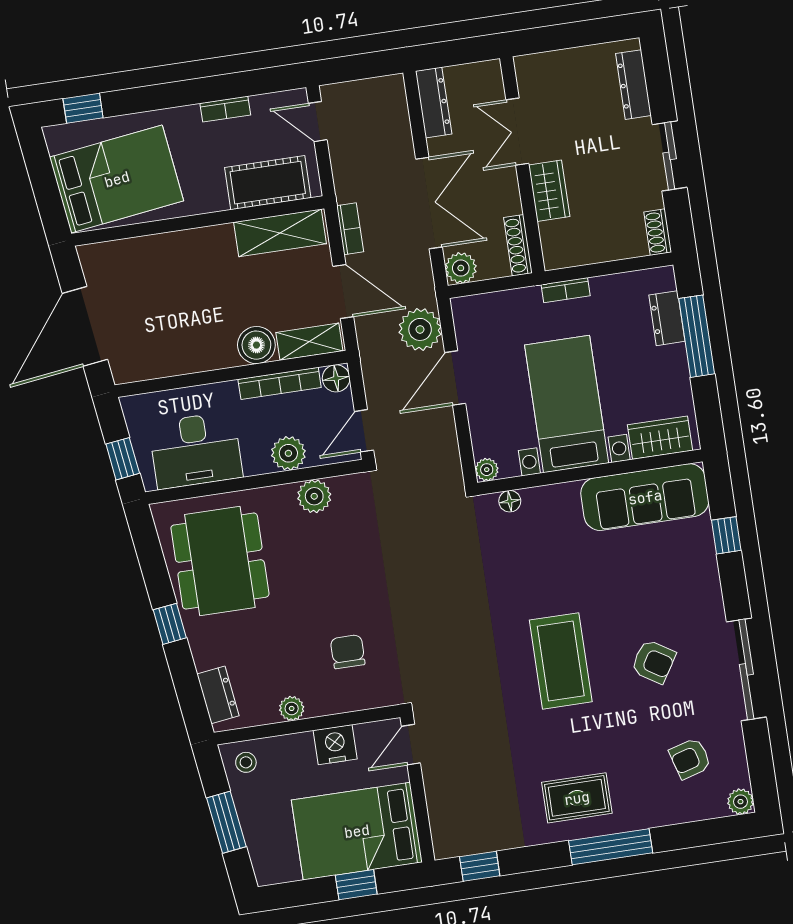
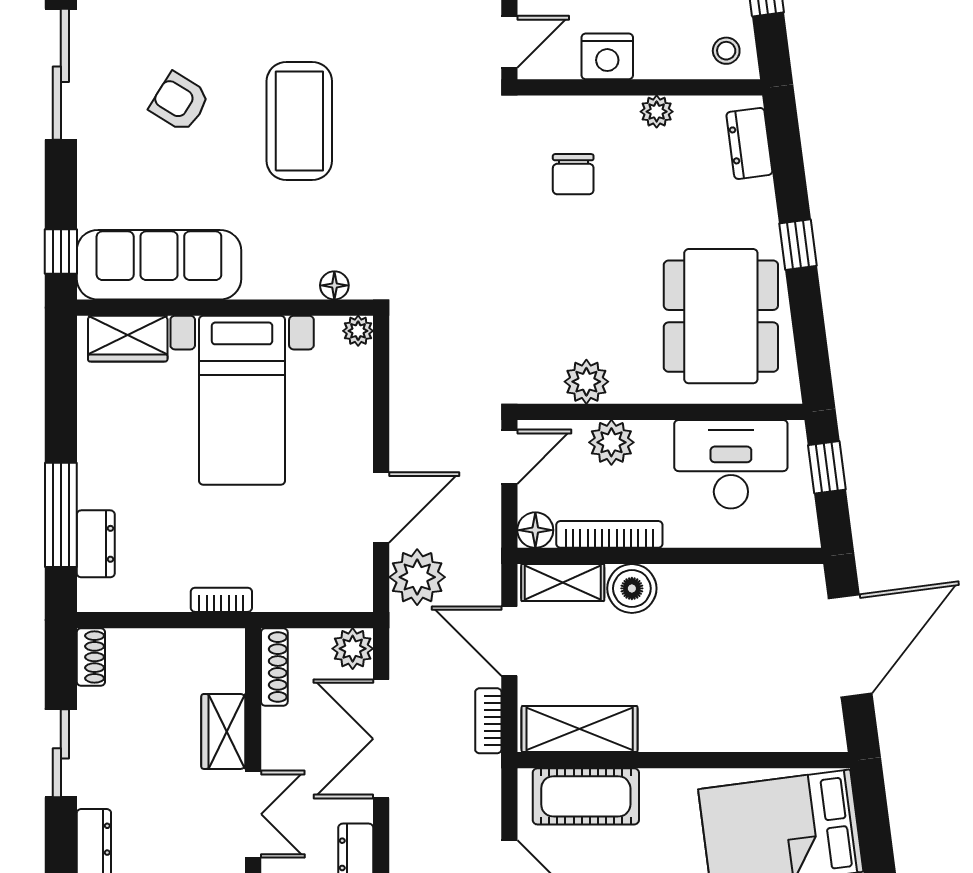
bed with nightstands: (567, 404) -> (242, 400), moved
wardrobe: (660, 438) -> (128, 339), moved
plant: (487, 470) -> (358, 331), moved
wall: (590, 472) -> (225, 308), moved
sofa: (645, 497) -> (159, 265), moved
floor lamp: (510, 501) -> (334, 285), moved

